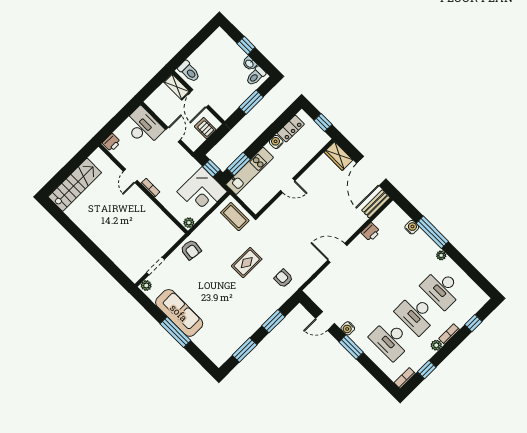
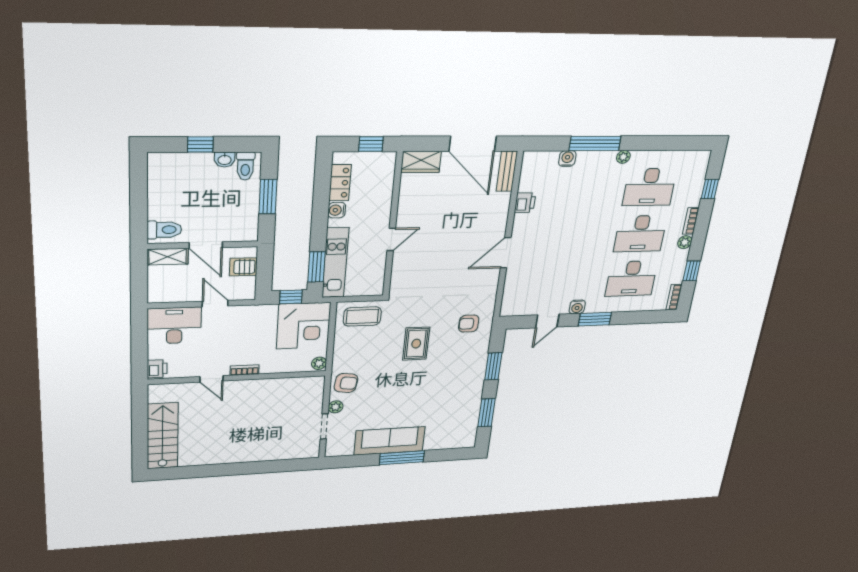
plant: (146, 286) -> (336, 407), moved

